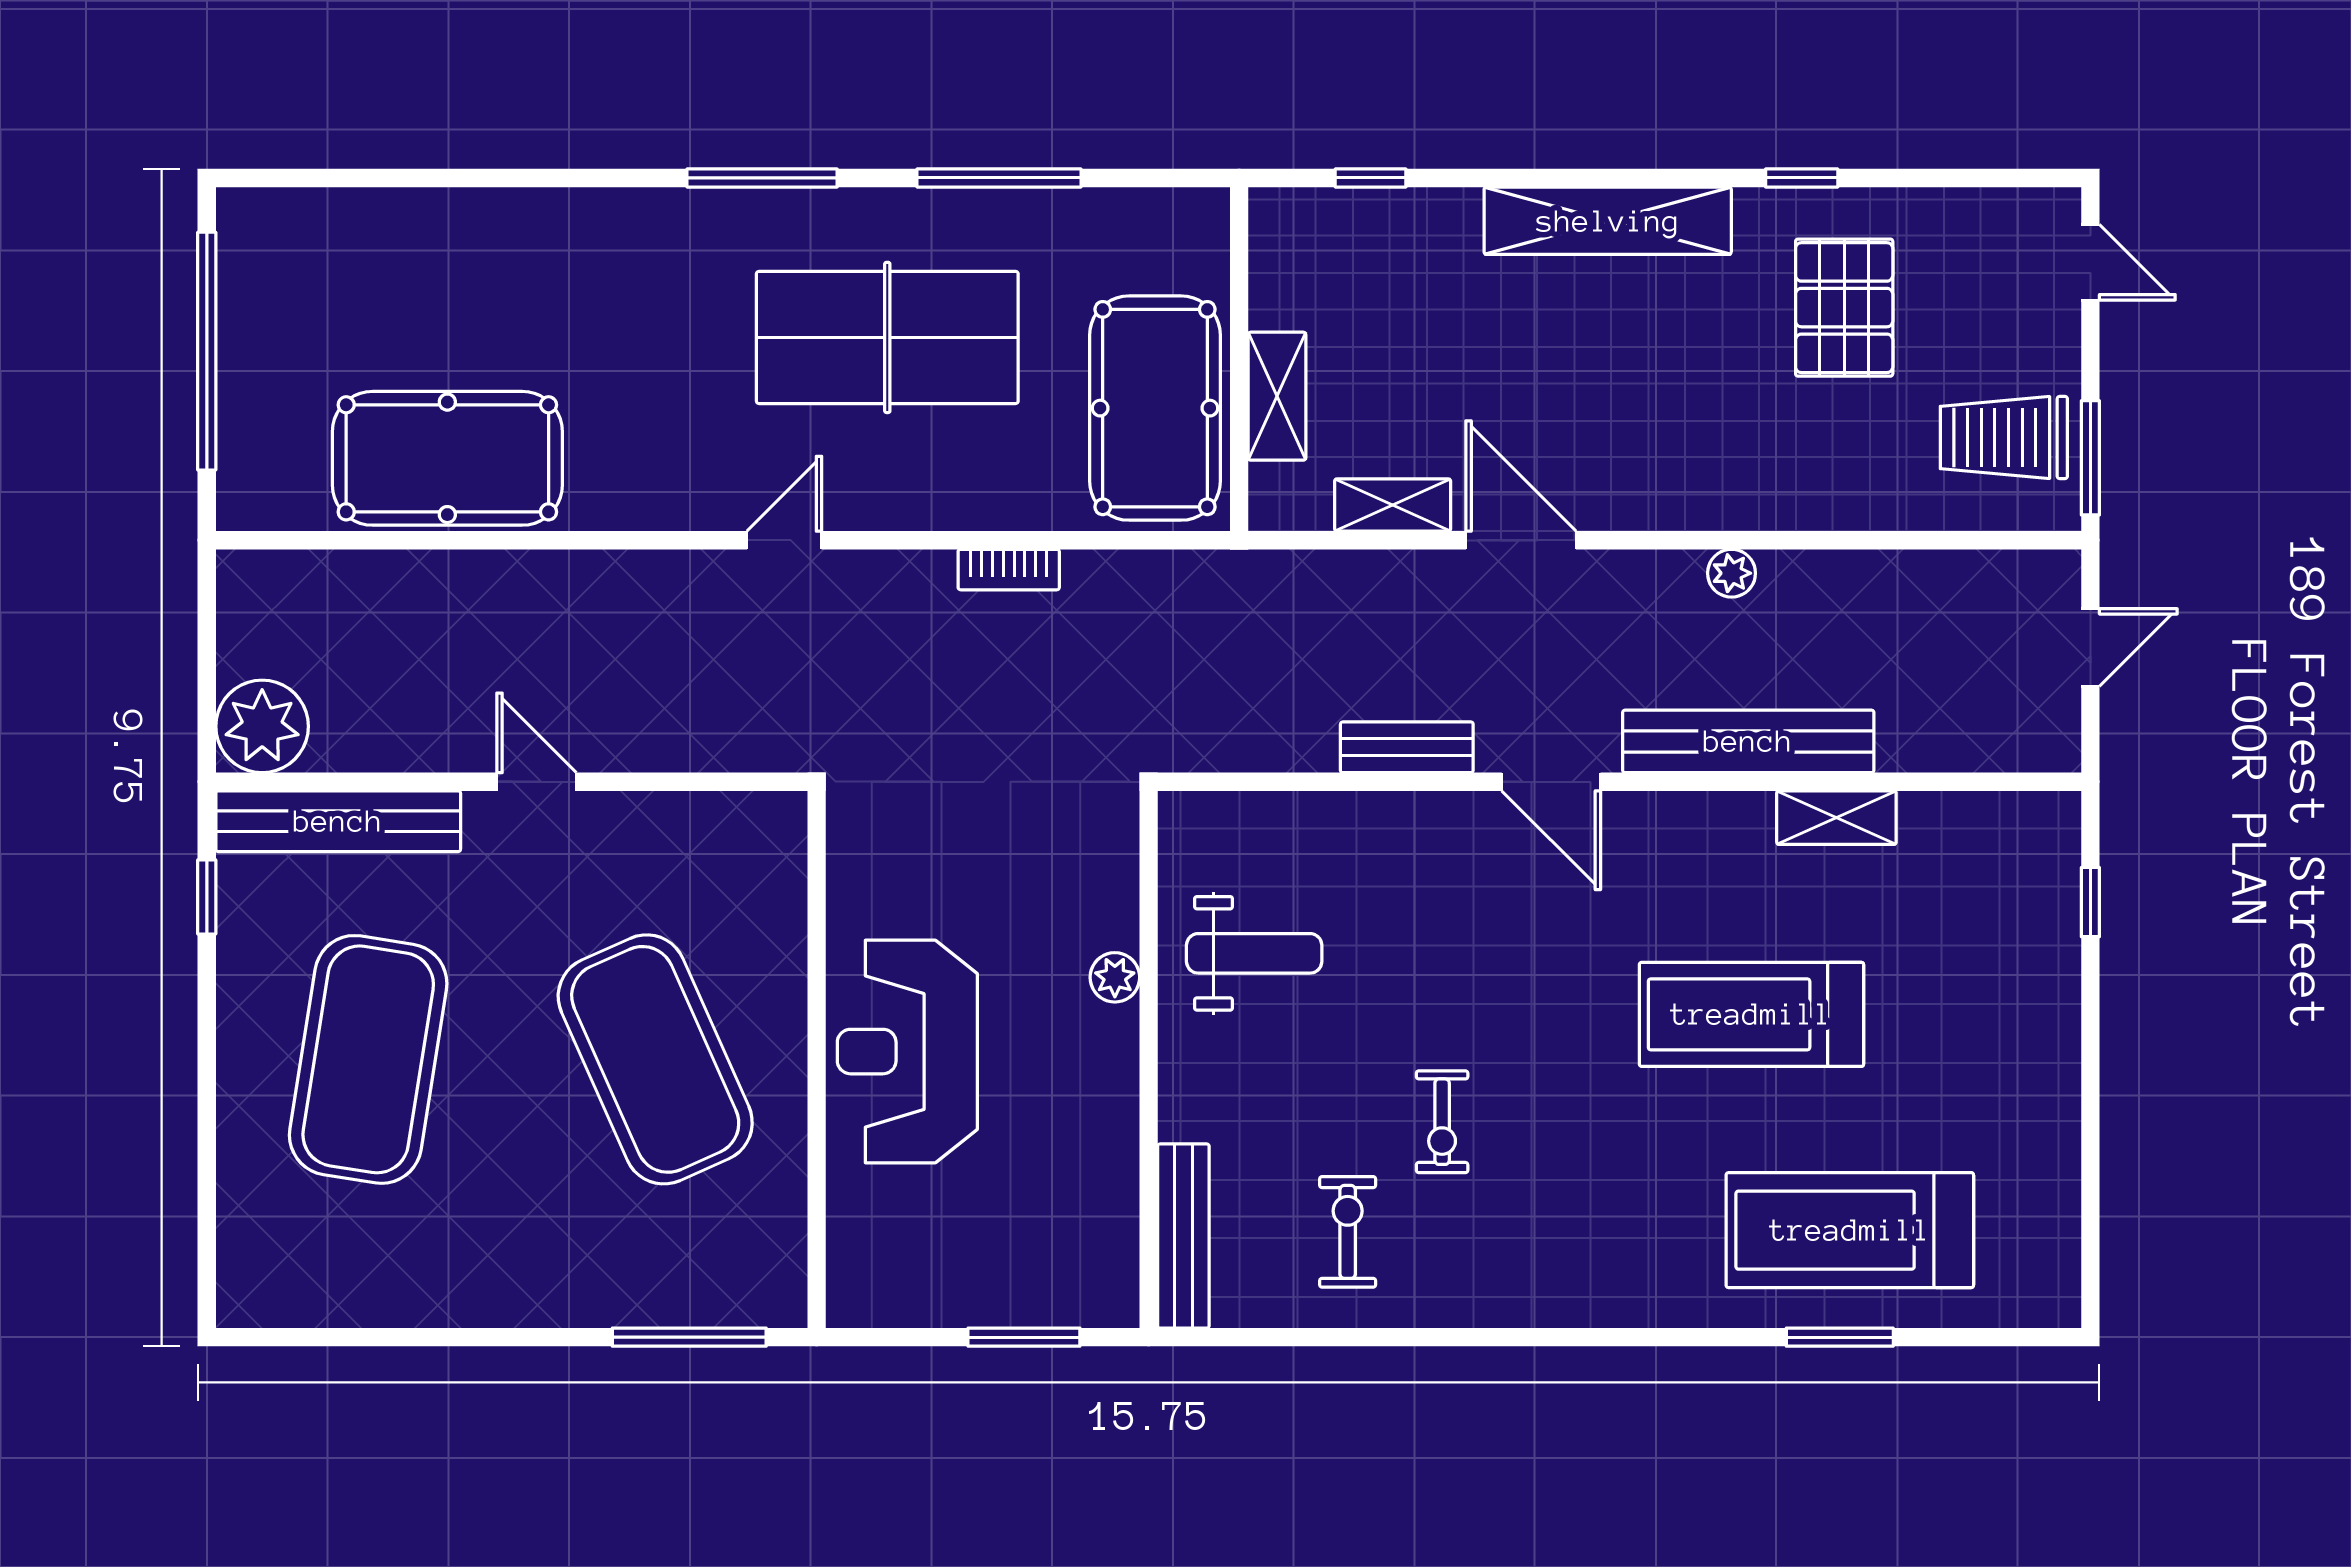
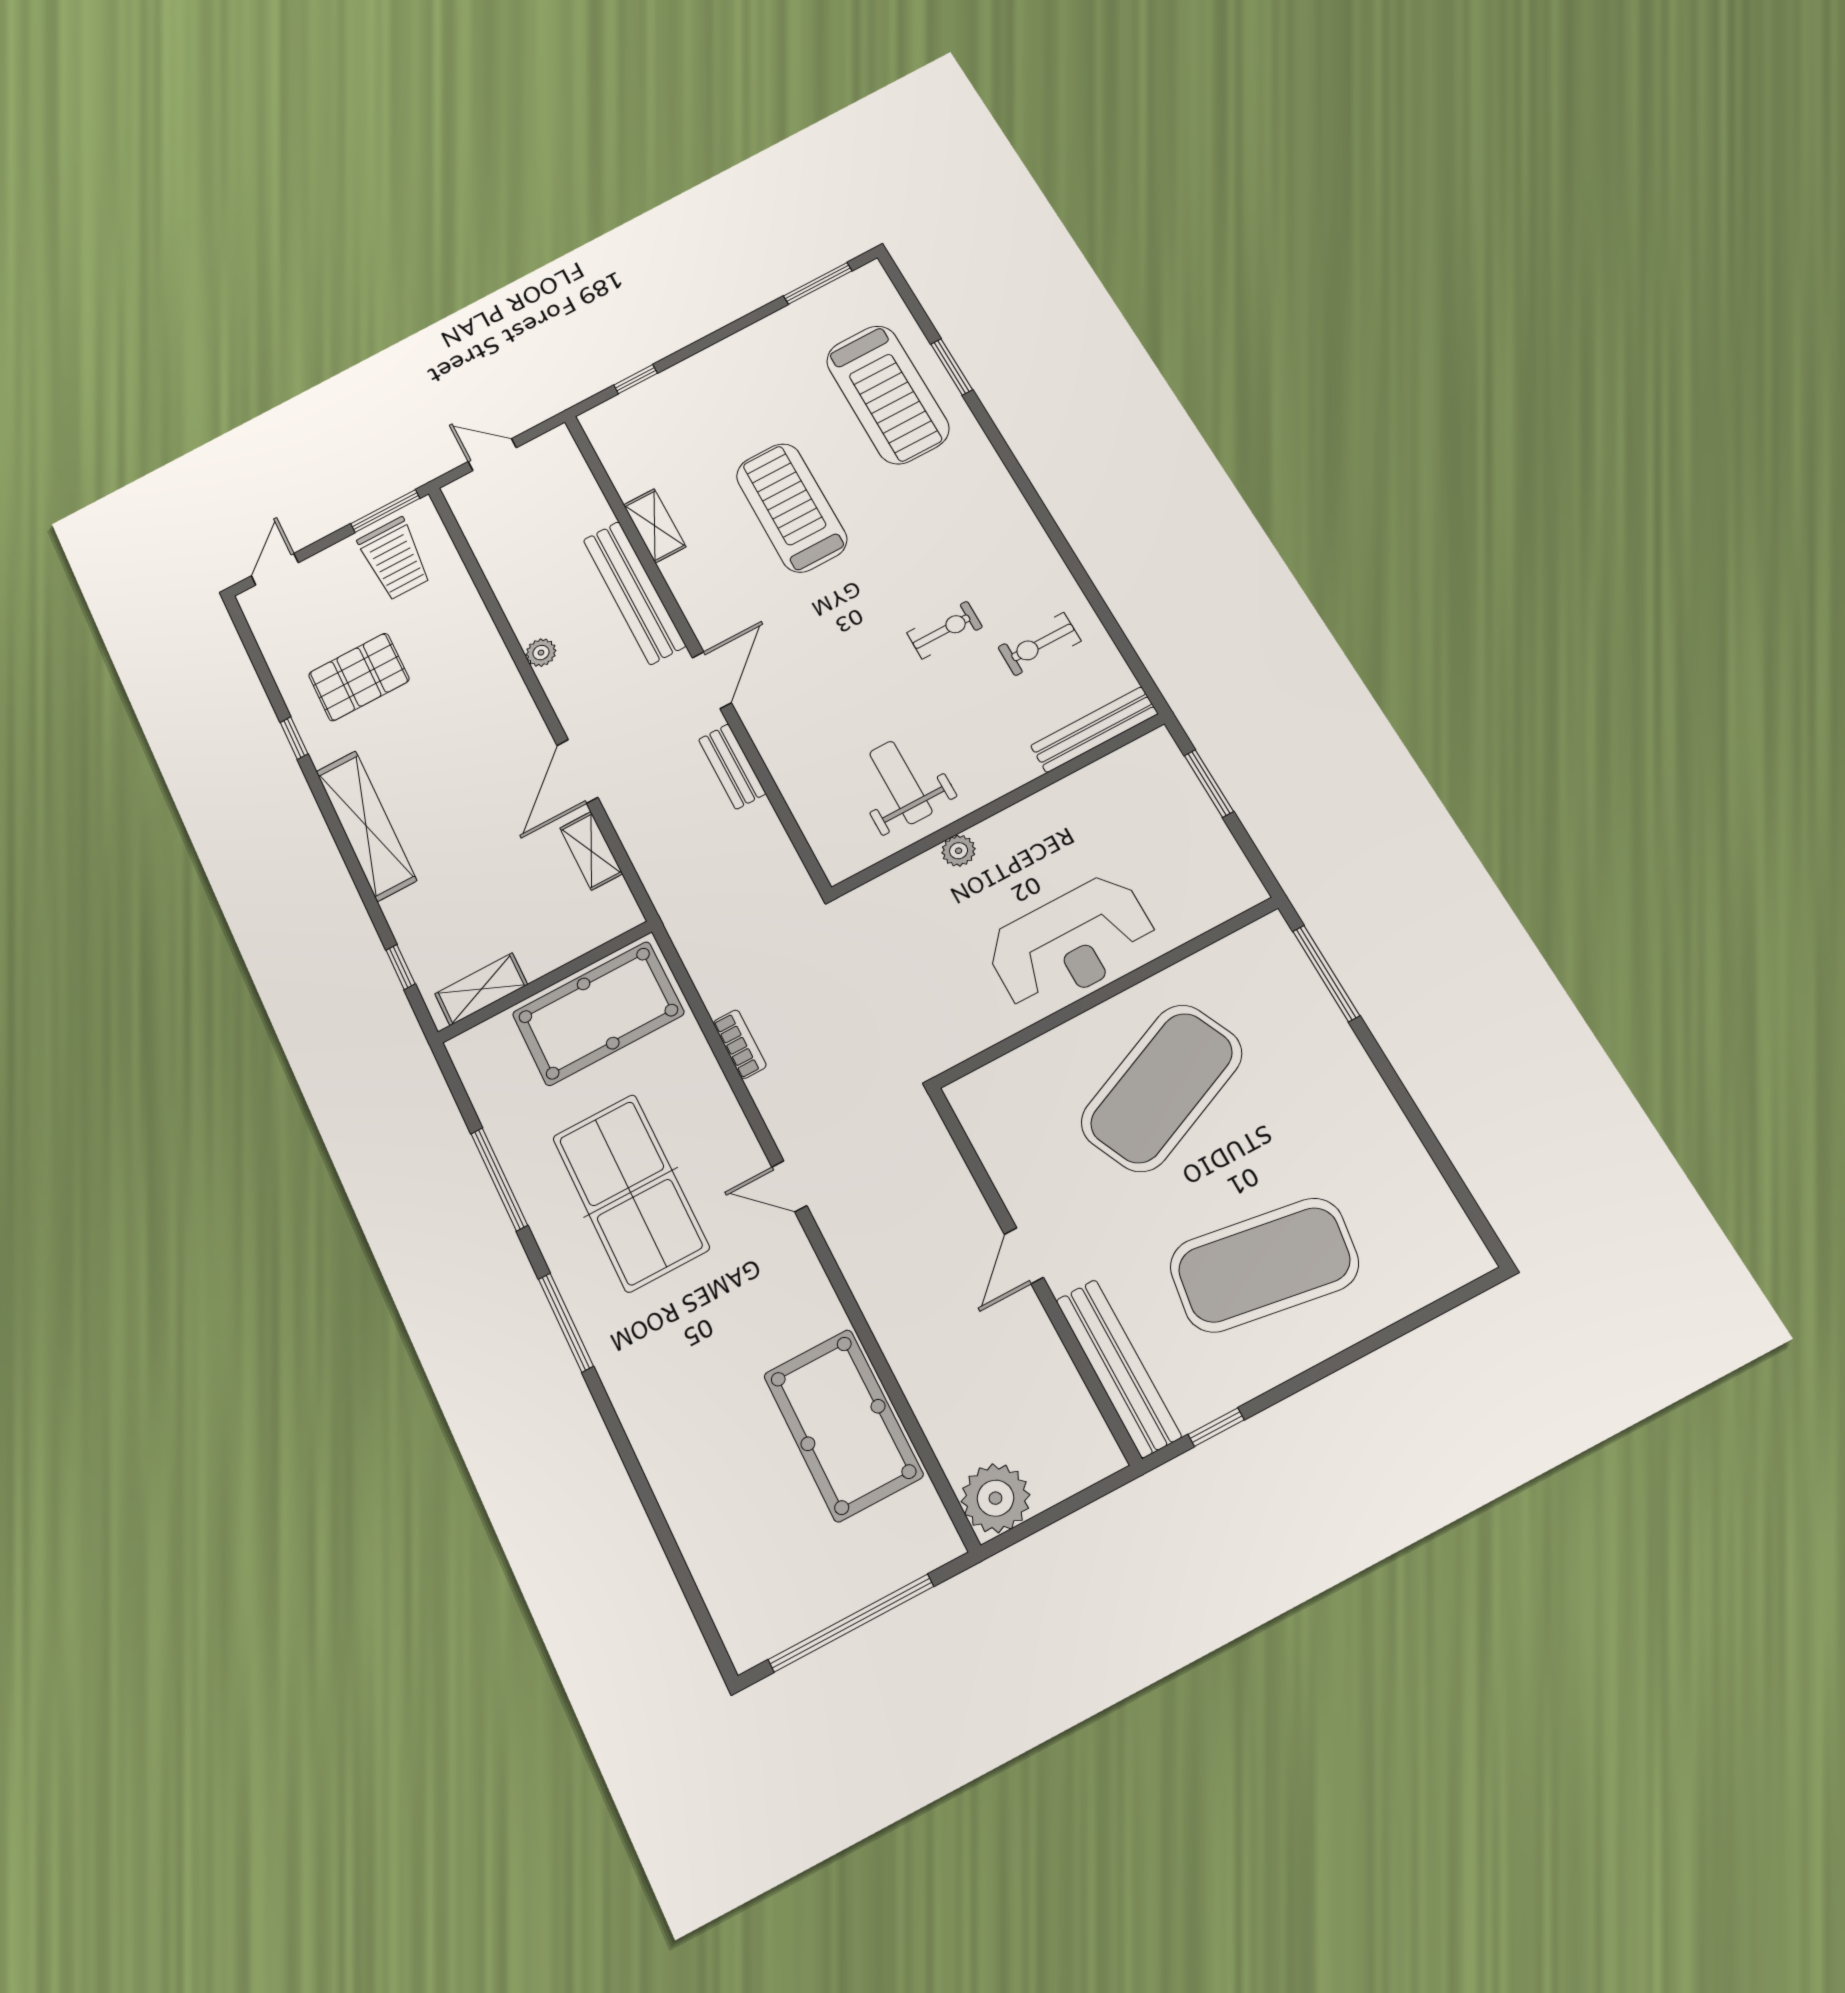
shelving: (1277, 396) -> (481, 989), moved
plant: (262, 726) -> (995, 1498), moved
treadmill: (1751, 1014) -> (791, 508), turned 180
window: (2090, 1226) -> (818, 283), added

